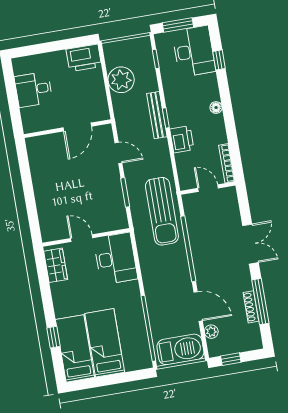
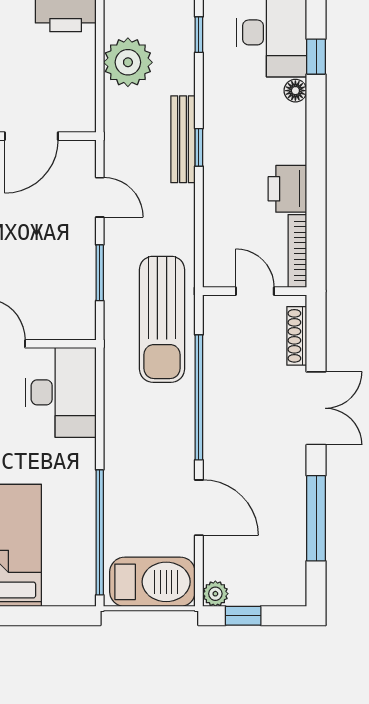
floor lamp: (216, 108) -> (295, 91), moved
printer: (182, 139) -> (287, 189), moved, turned 180
shoe rack: (251, 307) -> (297, 336), moved
plant: (211, 332) -> (215, 594), moved

